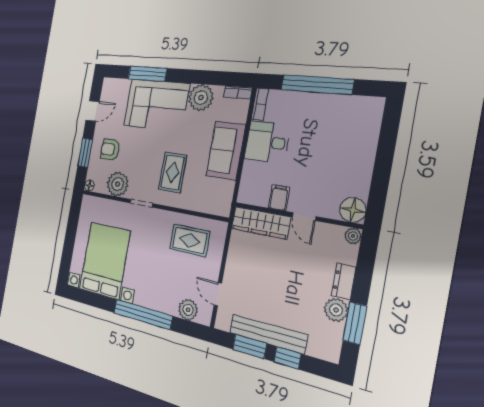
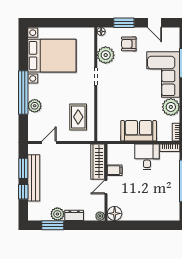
armchair: (110, 150) -> (129, 44), turned -90
rug: (173, 172) -> (120, 96), removed
plant: (188, 310) -> (35, 106), moved

